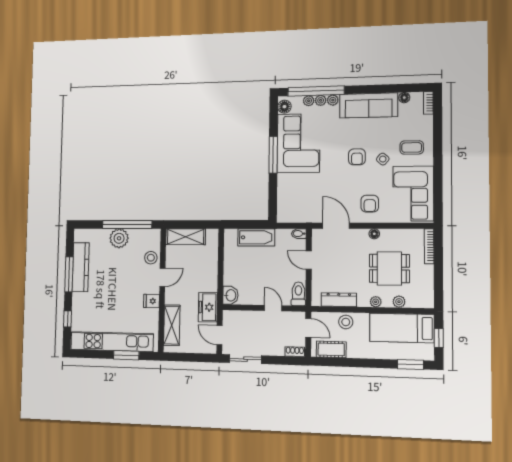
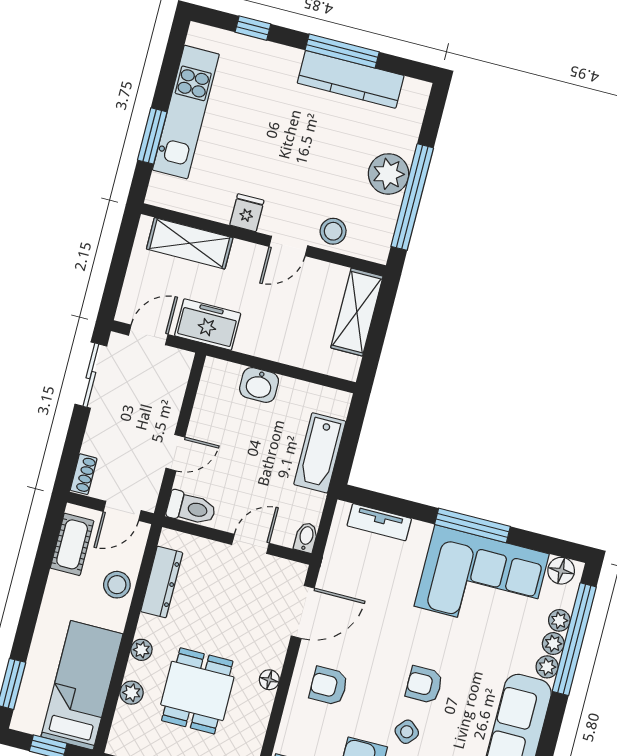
tv unit: (283, 200) -> (379, 522), added
door: (162, 277) -> (288, 246), hinge flipped
washbasin: (230, 295) -> (259, 385), moved
kitchen unit: (112, 342) -> (186, 112), width x0.73

